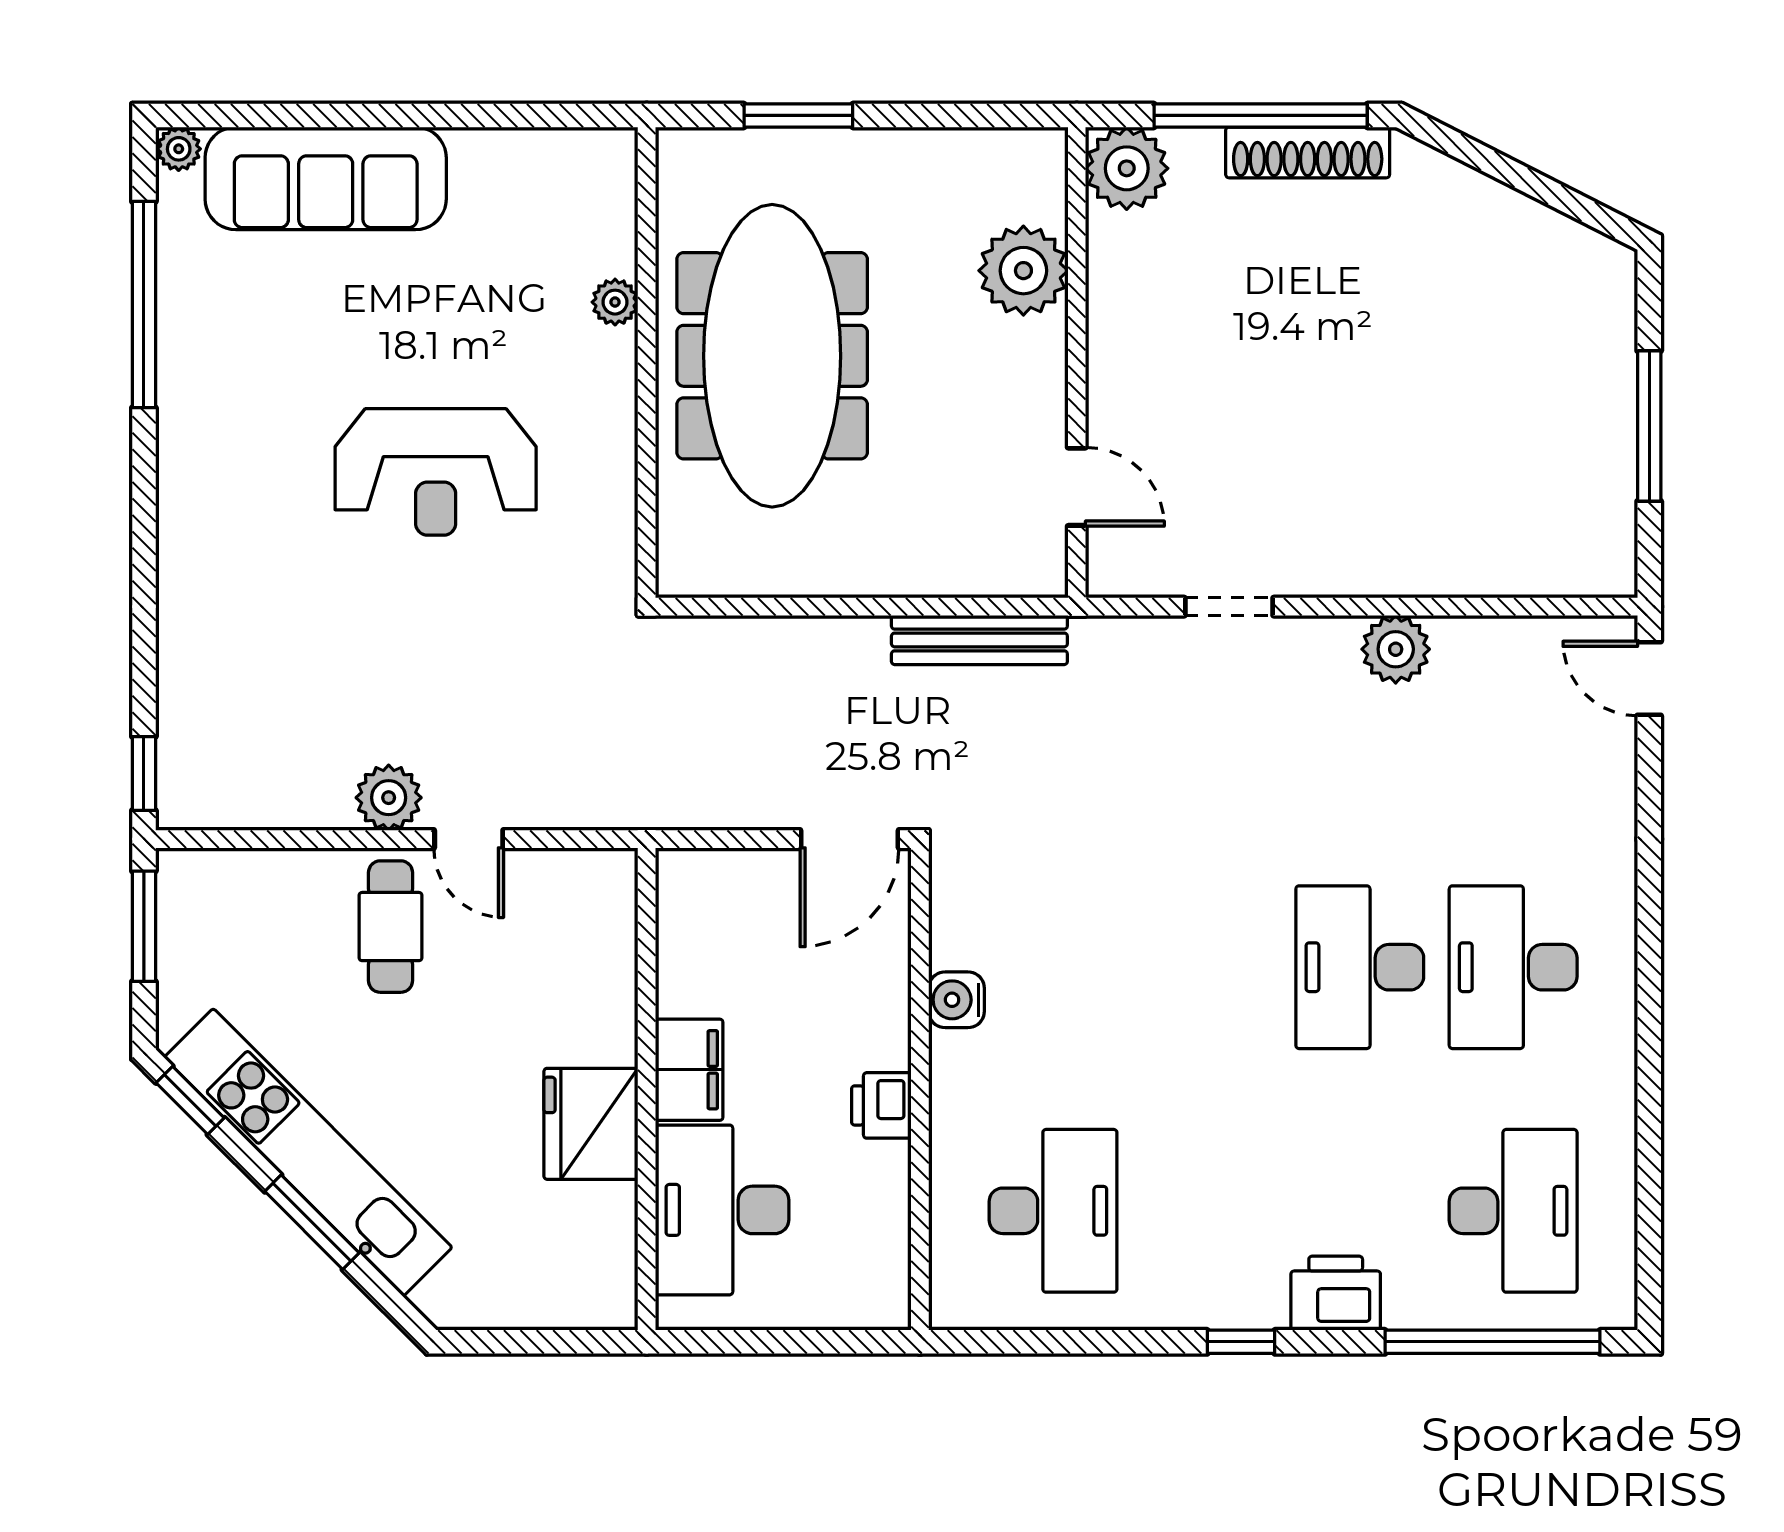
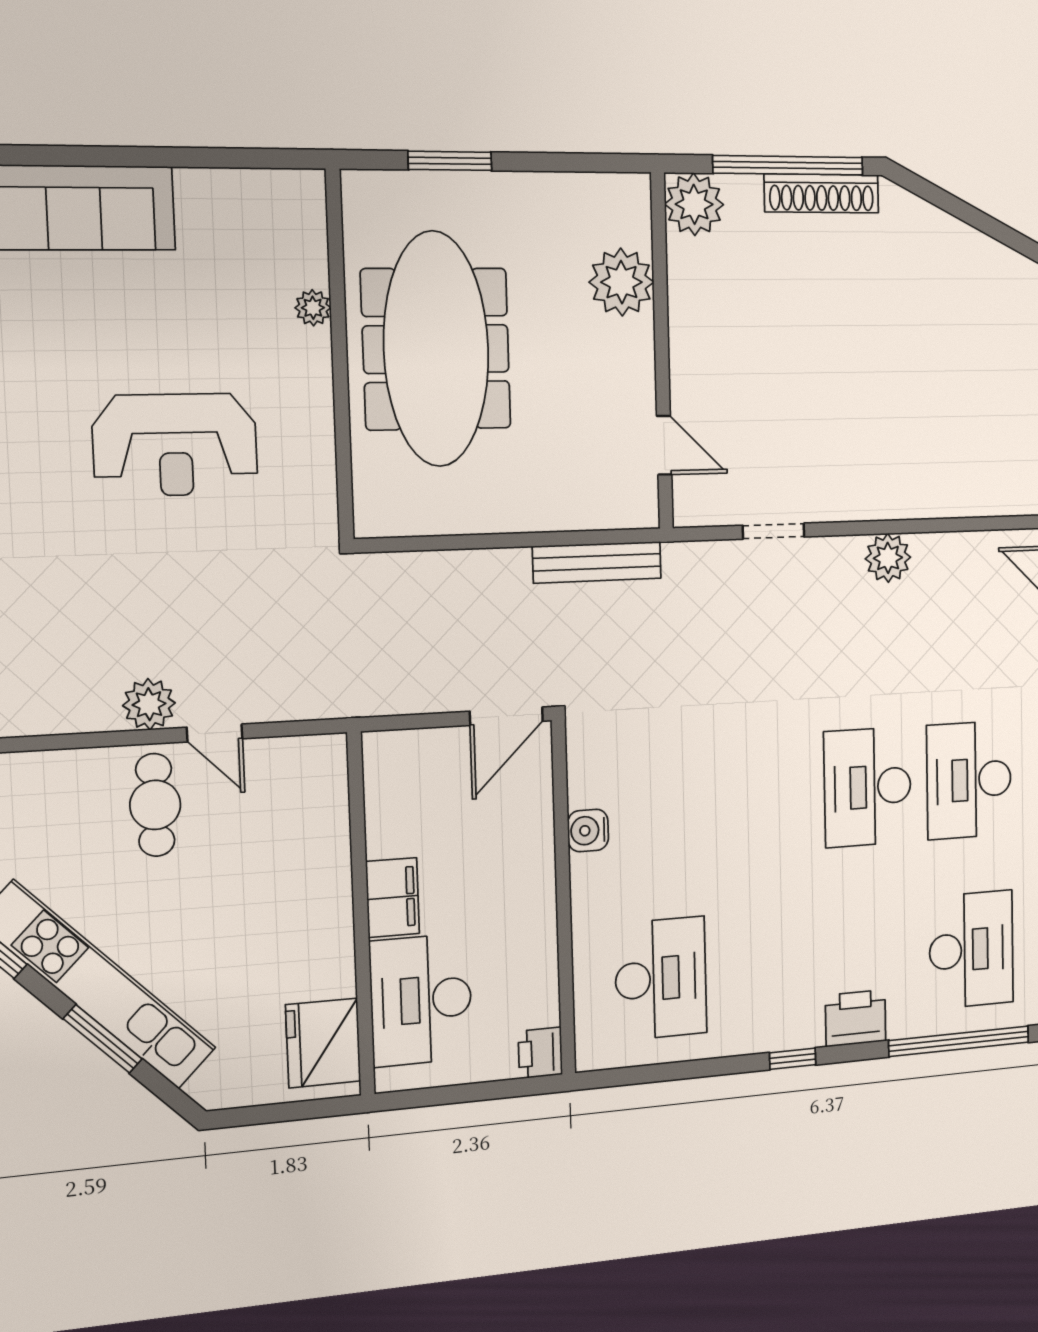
printer: (881, 1105) -> (540, 1053), moved
fridge: (591, 1124) -> (323, 1043), moved

